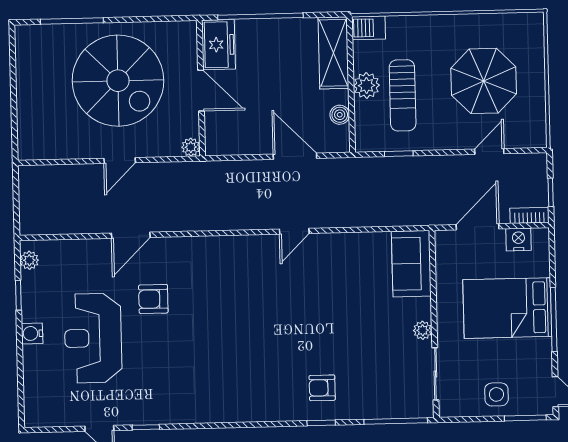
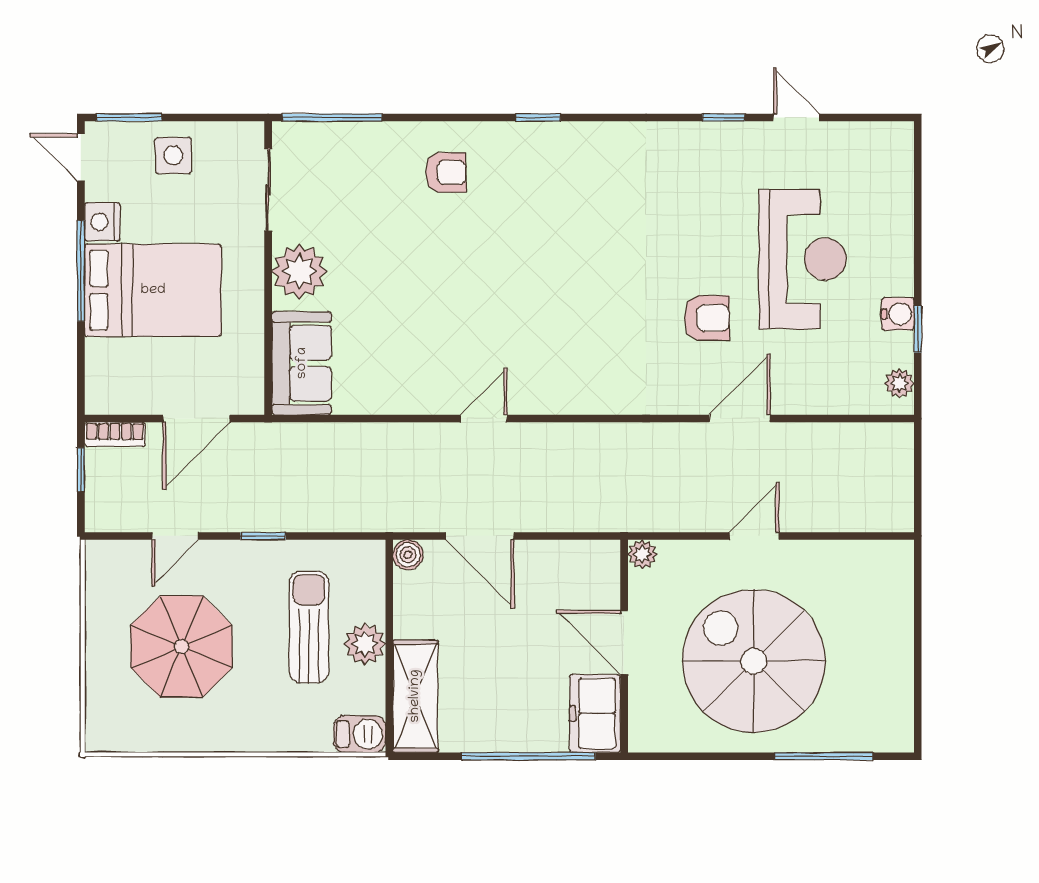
boiler: (340, 115) -> (408, 555), moved
window: (399, 154) -> (263, 536), moved
nightstand: (518, 239) -> (102, 222), moved, turned 90
plant: (423, 330) -> (299, 271), width x1.88, depth x1.88
water cooler: (32, 333) -> (898, 314), moved
window: (321, 423) -> (538, 118), moved

